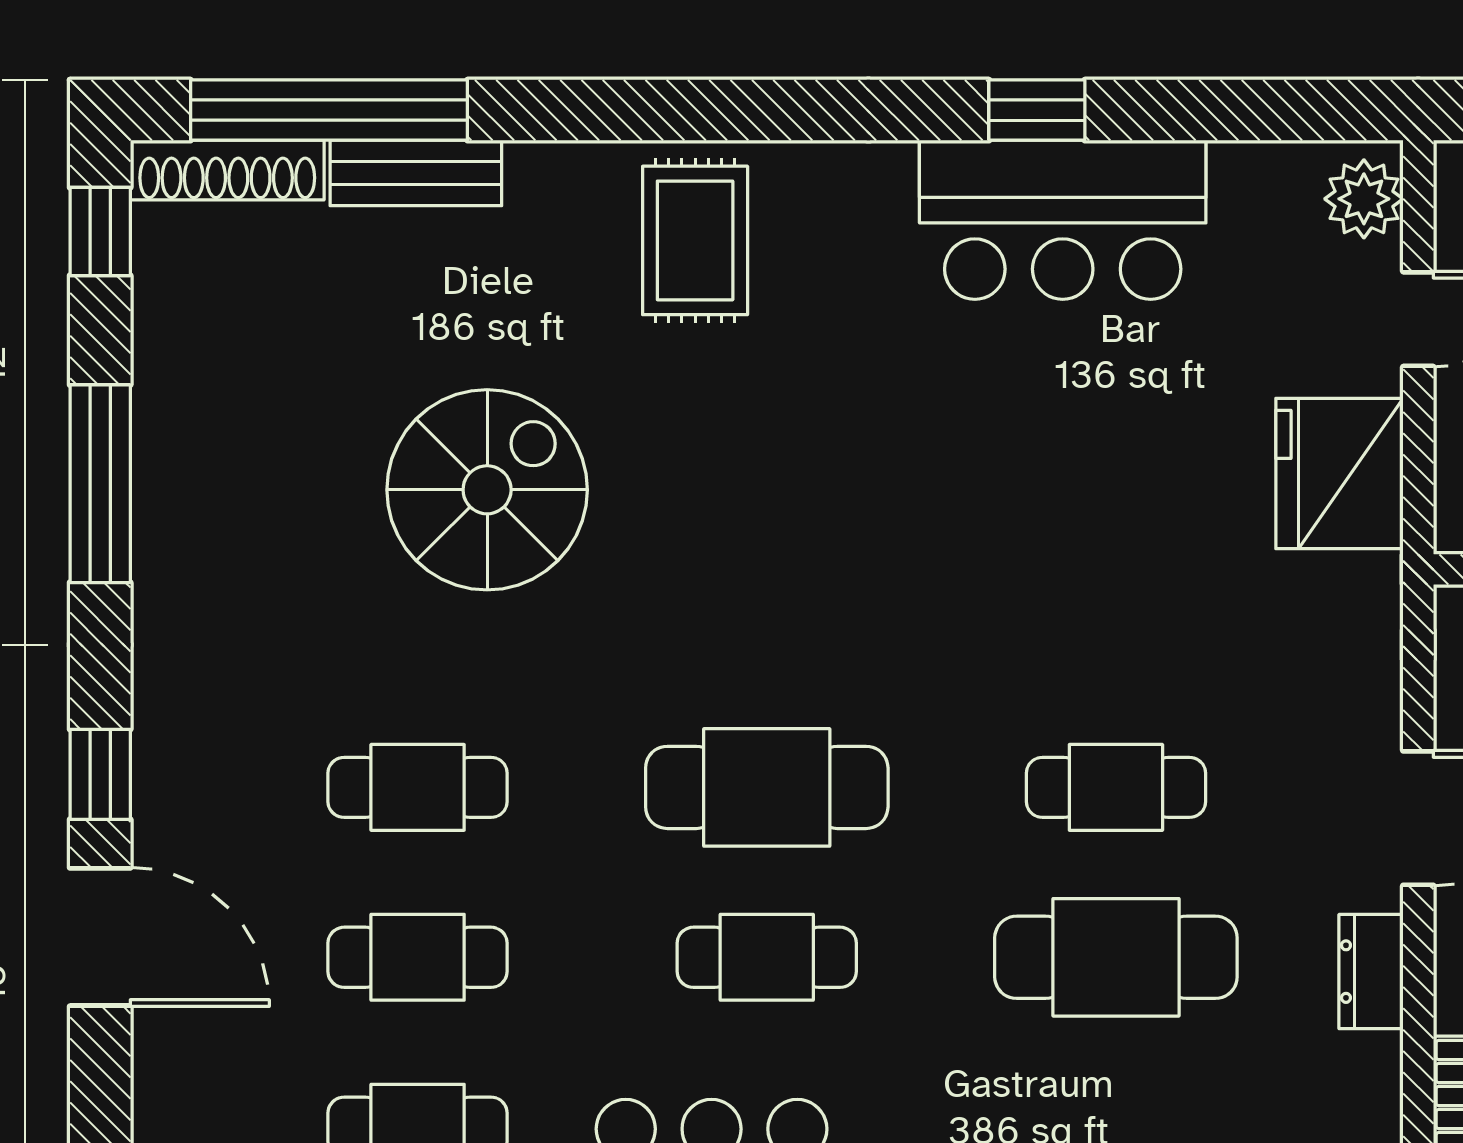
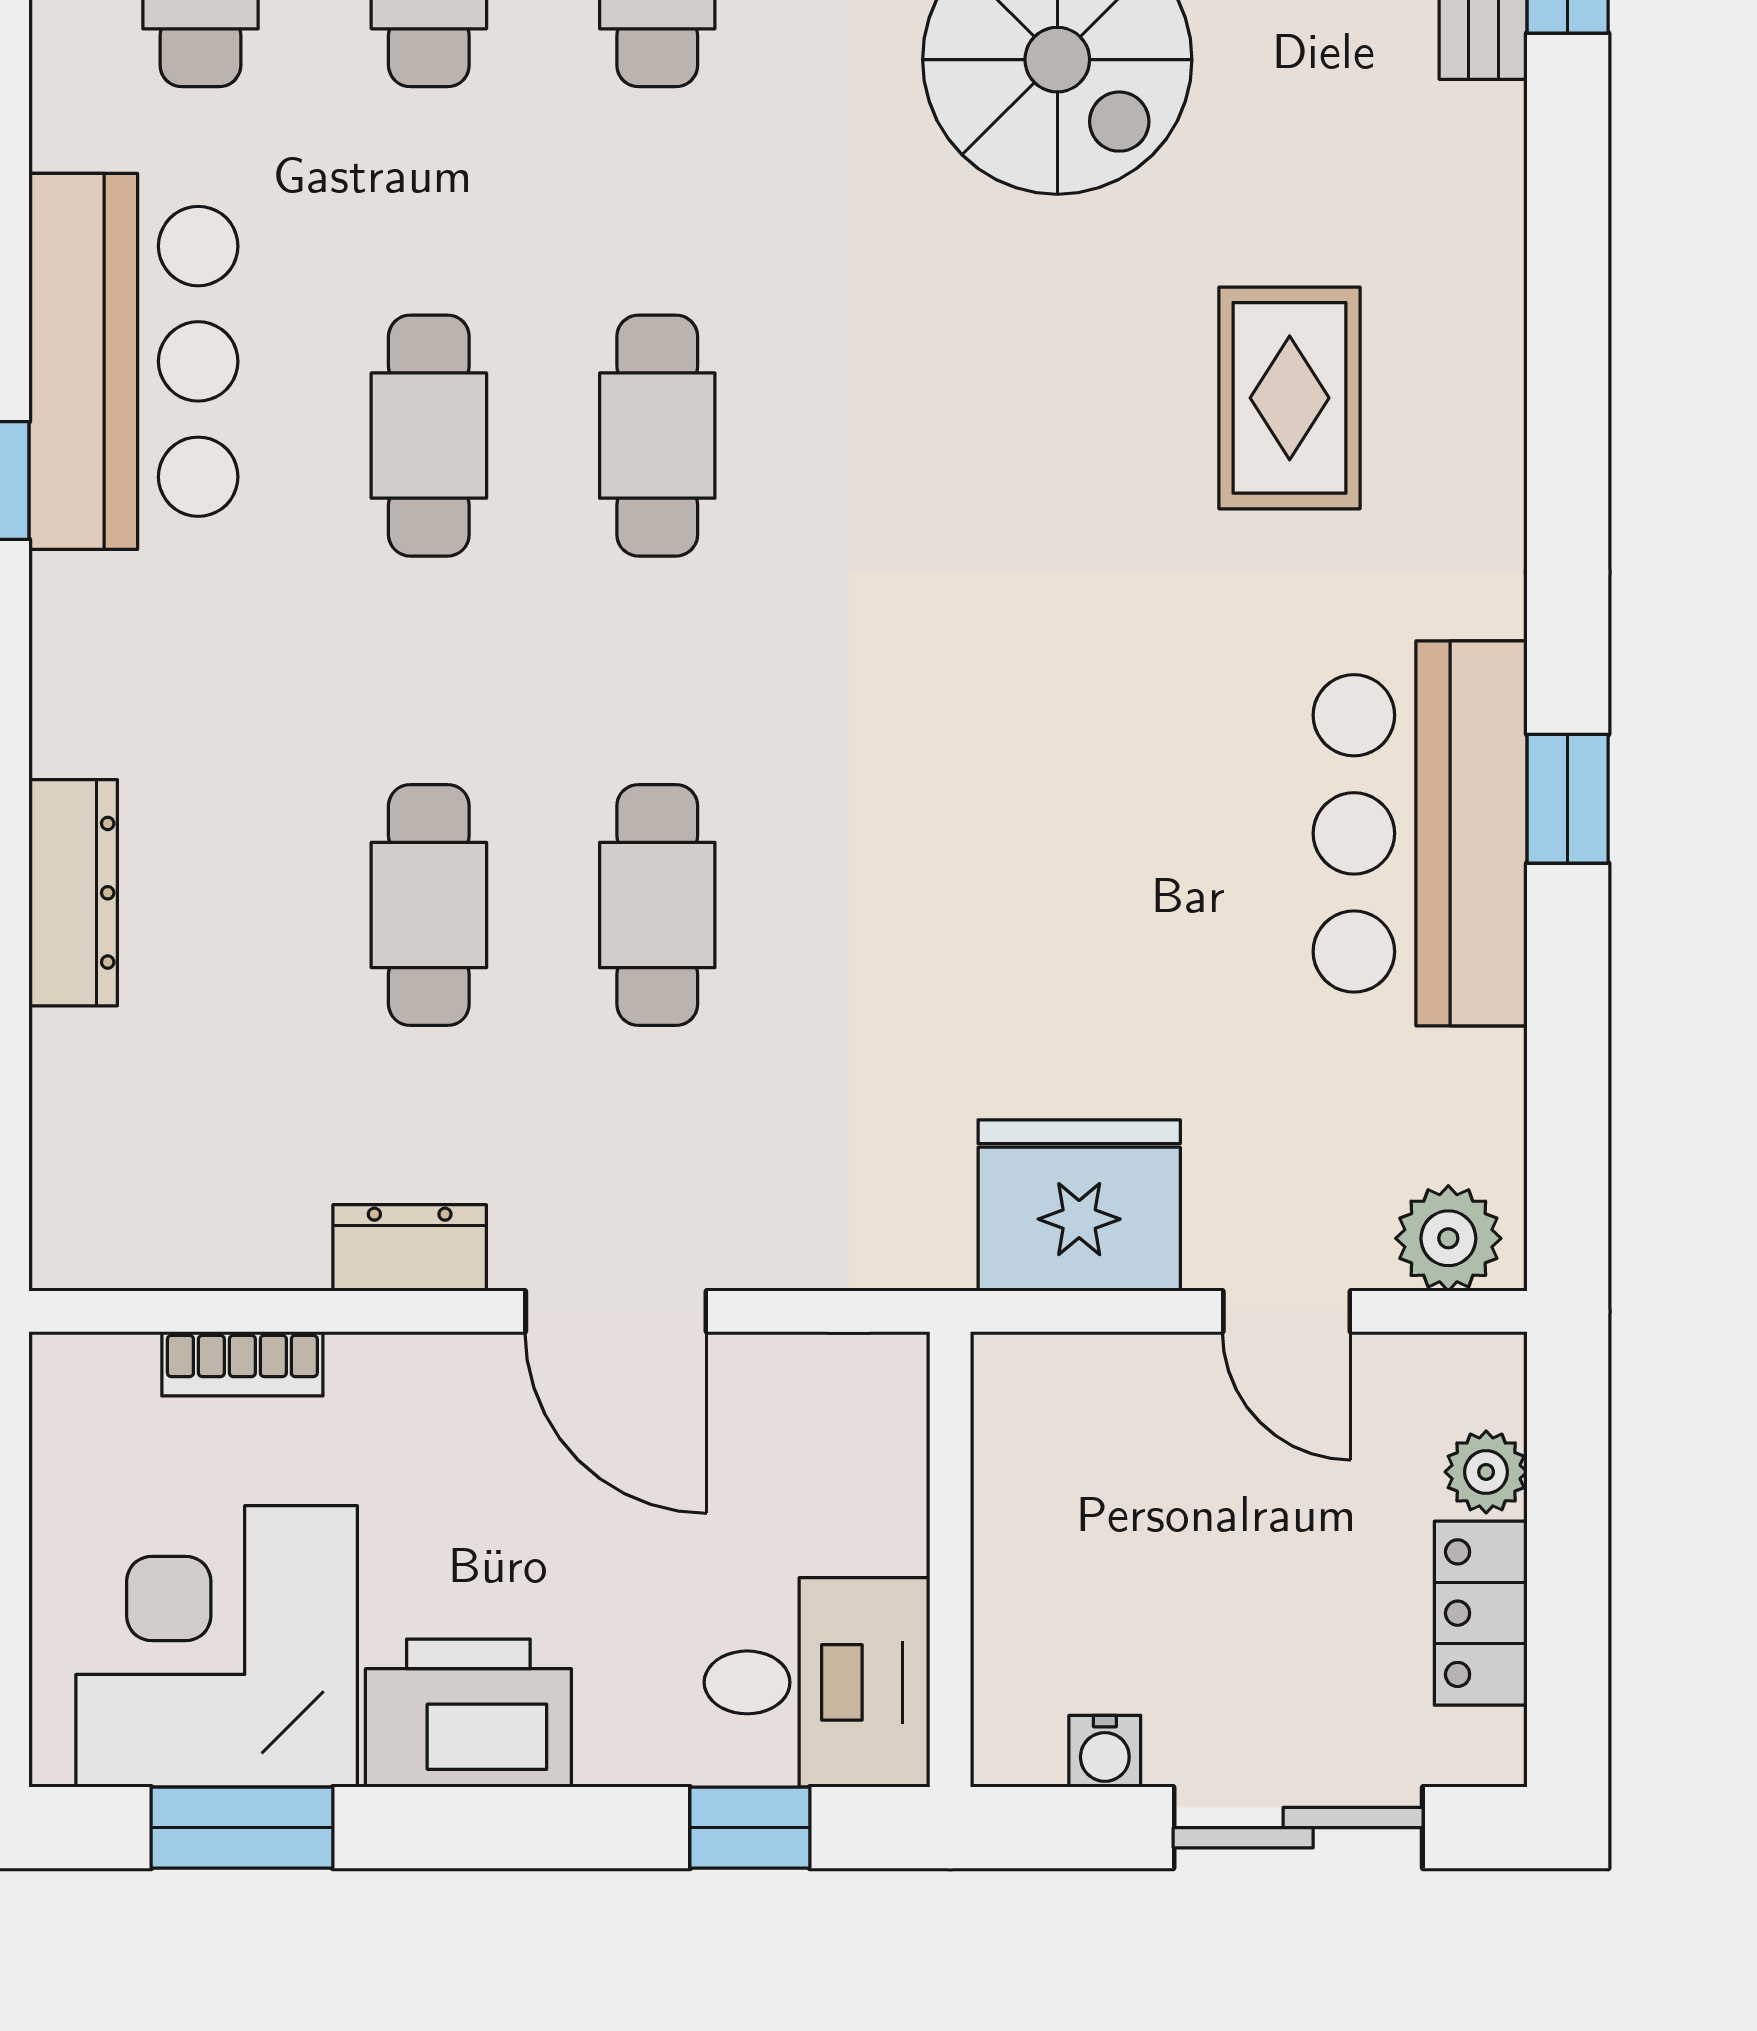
rug: (695, 240) -> (1290, 398), moved, turned 90
cafe table: (767, 787) -> (657, 436), width x0.73, depth x0.74
cafe table: (1116, 957) -> (429, 905), width x0.73, depth x0.74

